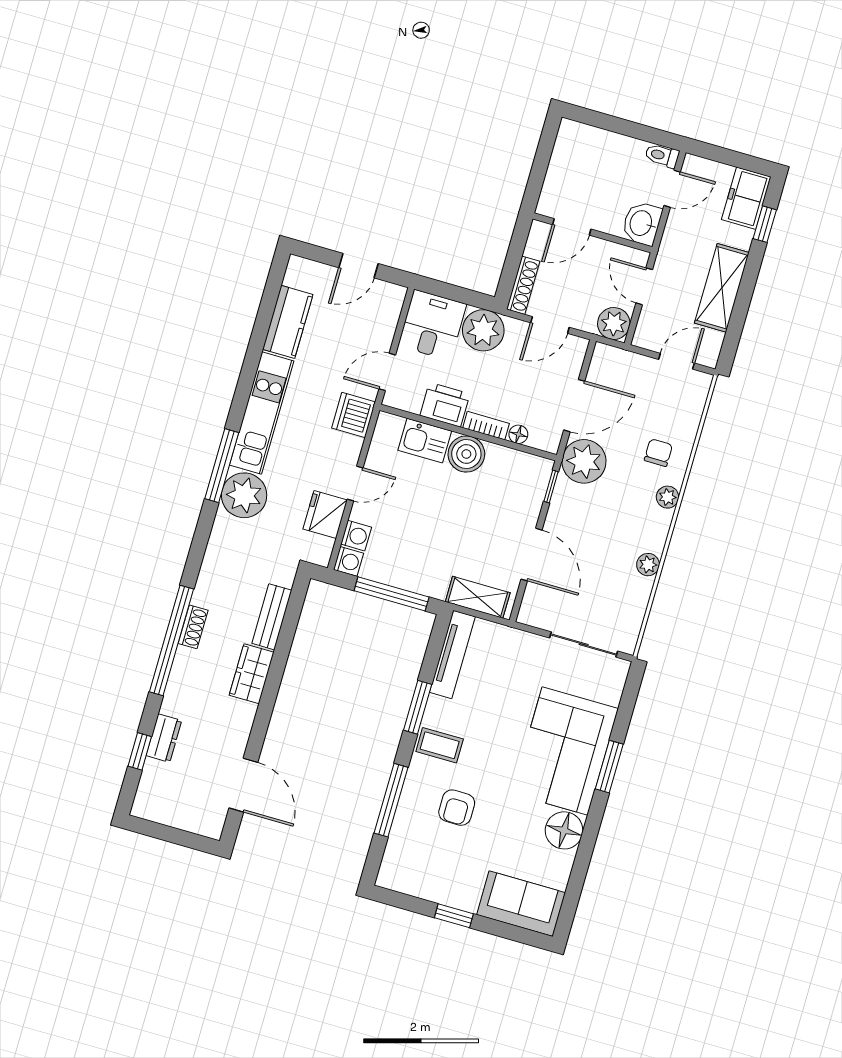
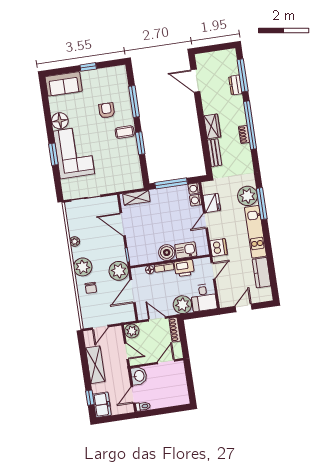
door: (550, 325) -> (157, 319), hinge flipped
plant: (668, 497) -> (83, 267), width x1.88, depth x1.88
tv unit: (452, 654) -> (136, 170), removed
window: (140, 751) -> (243, 75), width x2.17

